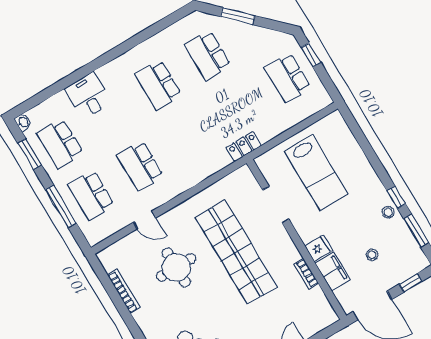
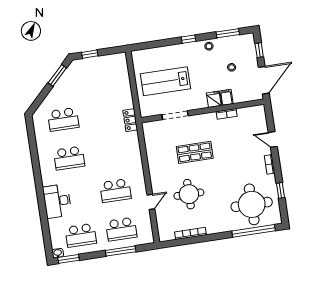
window: (238, 16) -> (57, 75), moved
school desk: (288, 77) -> (98, 75), removed
desk: (88, 96) -> (57, 201), width x1.37
window: (30, 154) -> (69, 259), moved
lab bench: (316, 173) -> (165, 81), turned 180
window: (396, 197) -> (189, 39), moved
shop shelf: (236, 252) -> (195, 152), width x0.50, depth x0.74
filing cabinet: (332, 271) -> (226, 97), width x0.50

